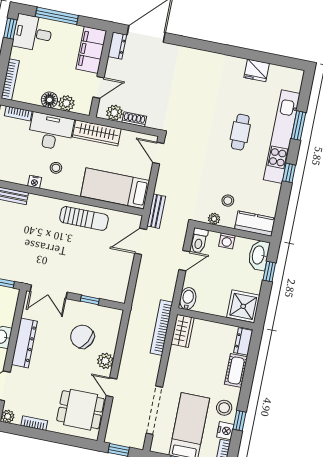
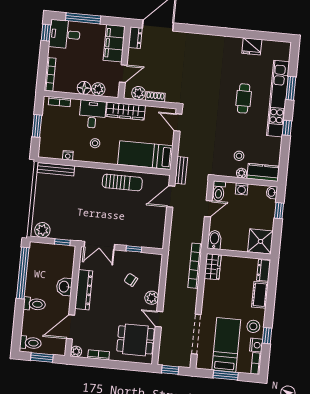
desk: (51, 131) -> (92, 114), width x0.73
nightstand: (35, 182) -> (68, 155), moved
plant: (214, 219) -> (241, 173), moved
washbasin: (259, 255) -> (272, 192), width x0.52, depth x0.69
chair: (82, 337) -> (131, 280), width x0.54, depth x0.54

